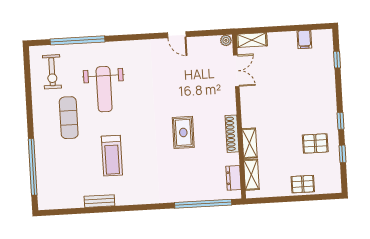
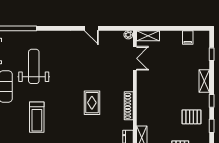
weight bench: (104, 89) -> (34, 66), turned 180
shelving: (249, 143) -> (204, 81), moved

